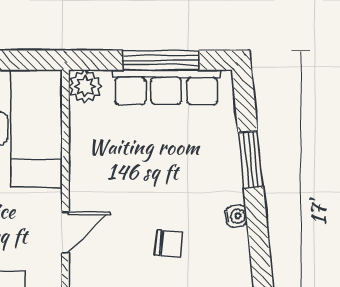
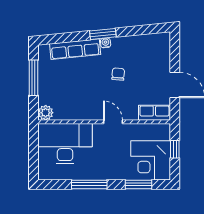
row of seats: (166, 87) -> (75, 49), moved, turned 84
window: (251, 160) -> (103, 34), moved

